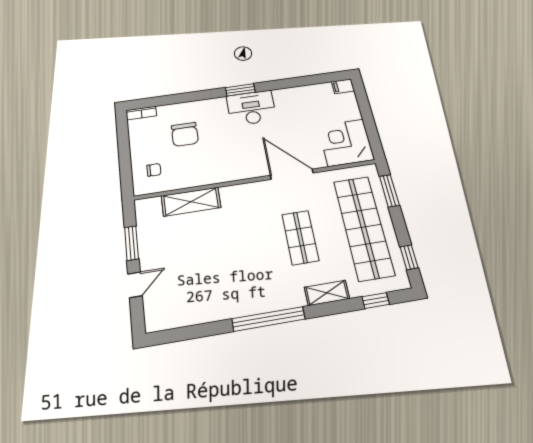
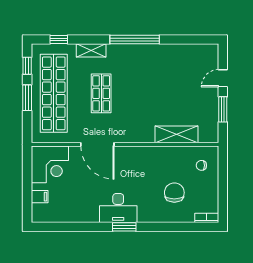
filing cabinet: (343, 86) -> (40, 197), moved
window: (389, 191) -> (27, 98), moved

